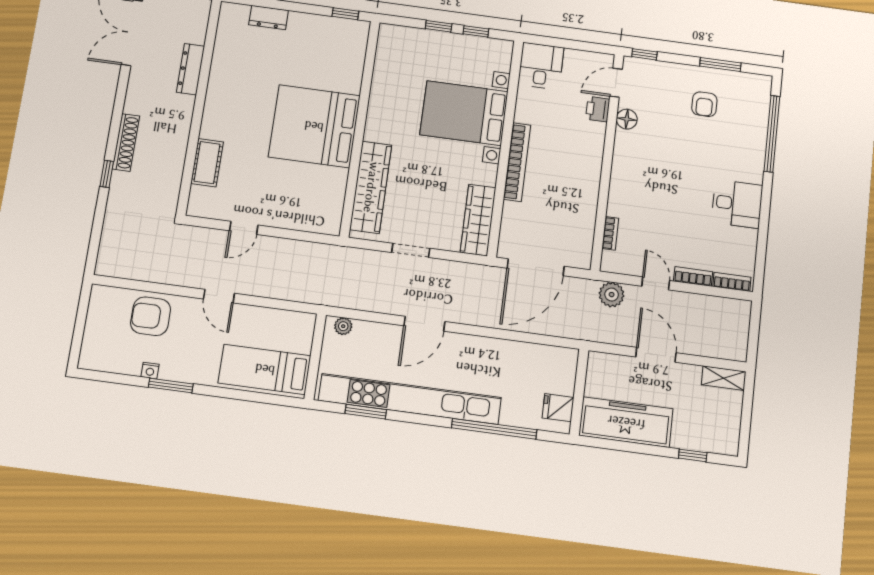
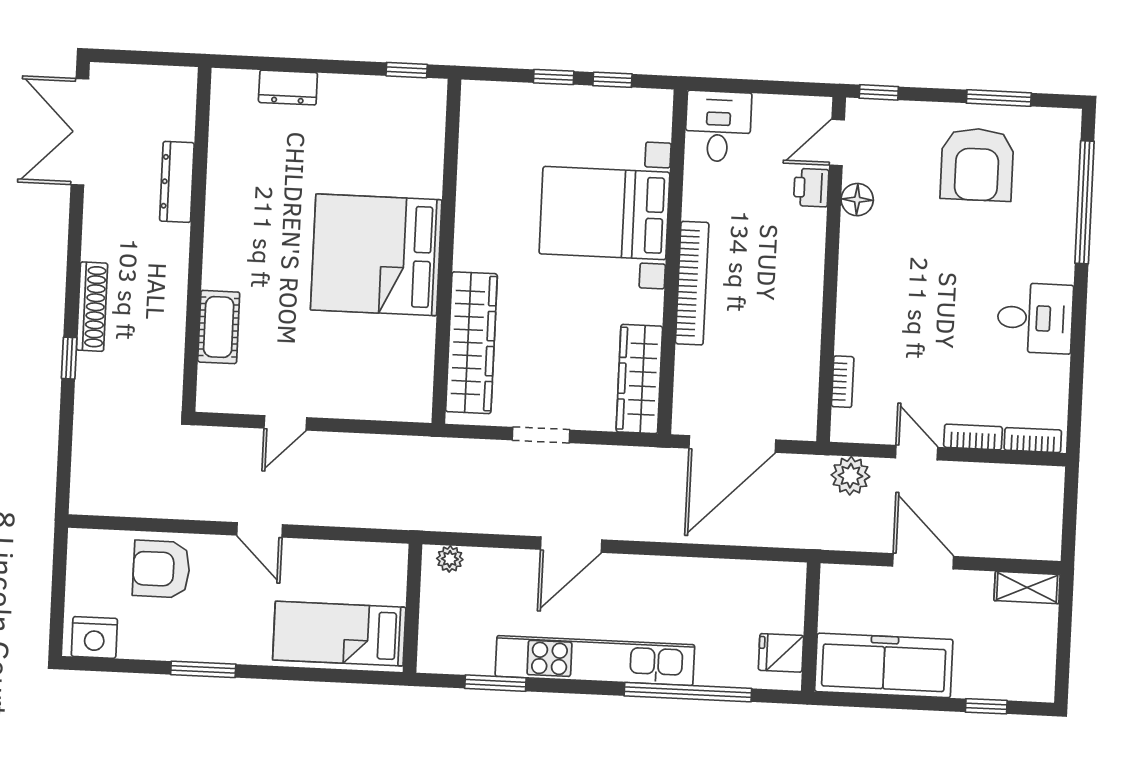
armchair: (704, 104) -> (977, 164), width x1.88, depth x1.88
nightstand: (150, 371) -> (94, 637), moved, width x1.89, depth x1.79
kitchen unit: (410, 399) -> (595, 661), width x0.73

